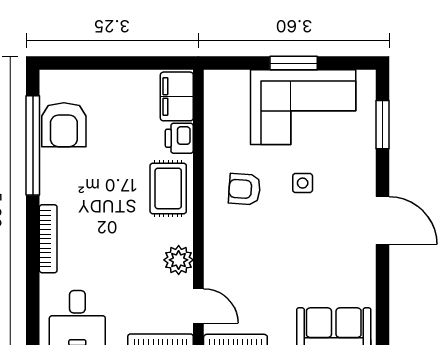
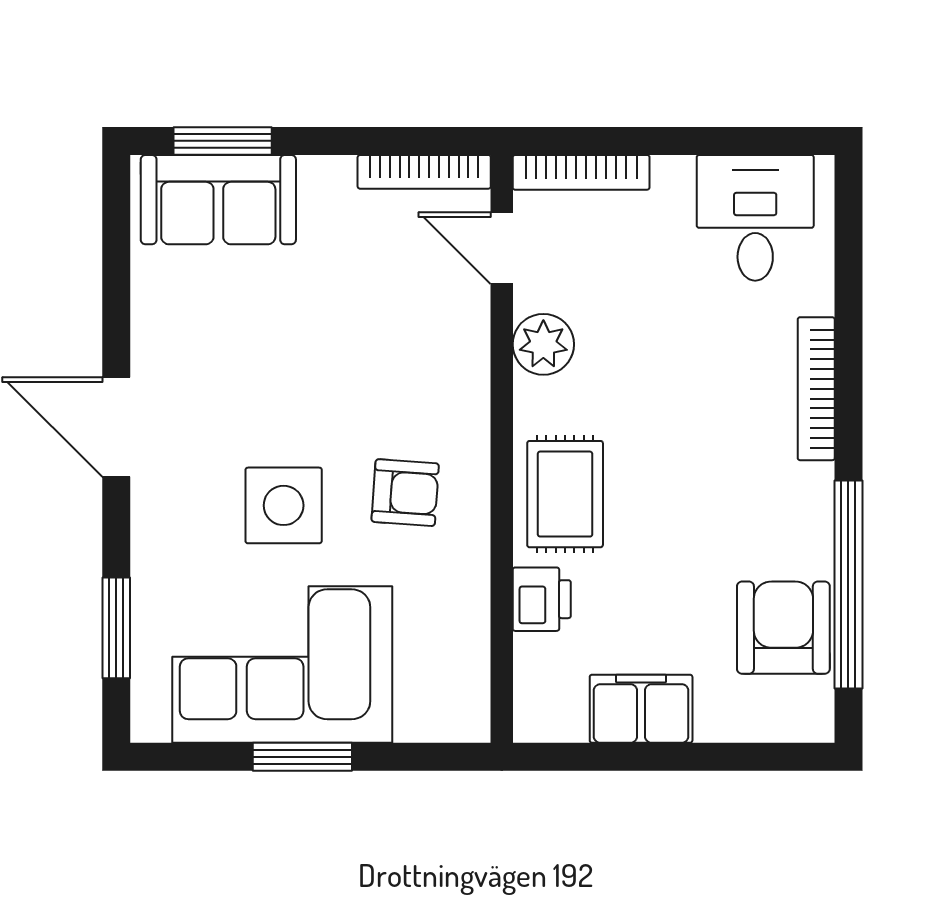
filing cabinet: (177, 96) -> (641, 709), moved, turned -90
side table: (303, 183) -> (284, 505), width x1.87, depth x1.87

